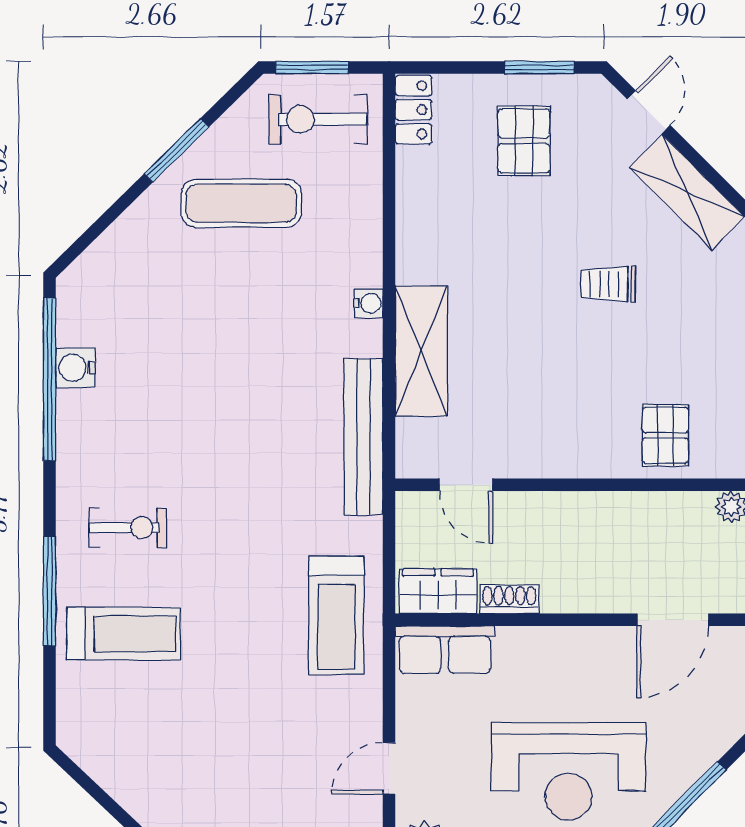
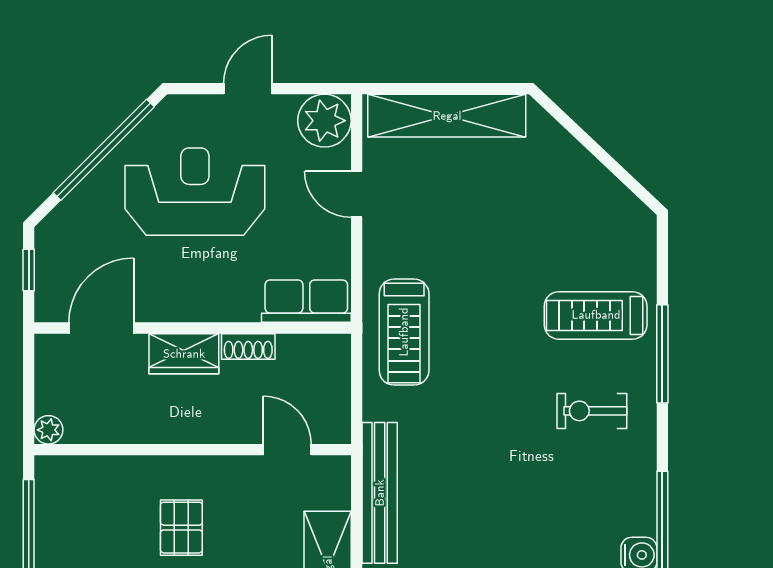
pallet: (665, 435) -> (181, 528), moved
wardrobe: (438, 591) -> (184, 354), moved
treadmill: (336, 615) -> (404, 332), turned 180
door: (389, 768) -> (357, 194), swing flipped

